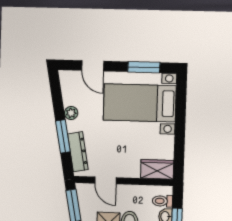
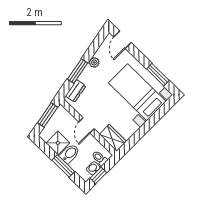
door: (93, 66) -> (122, 40), moved
dresser: (78, 152) -> (76, 91), width x0.70
door: (105, 180) -> (86, 125), moved

